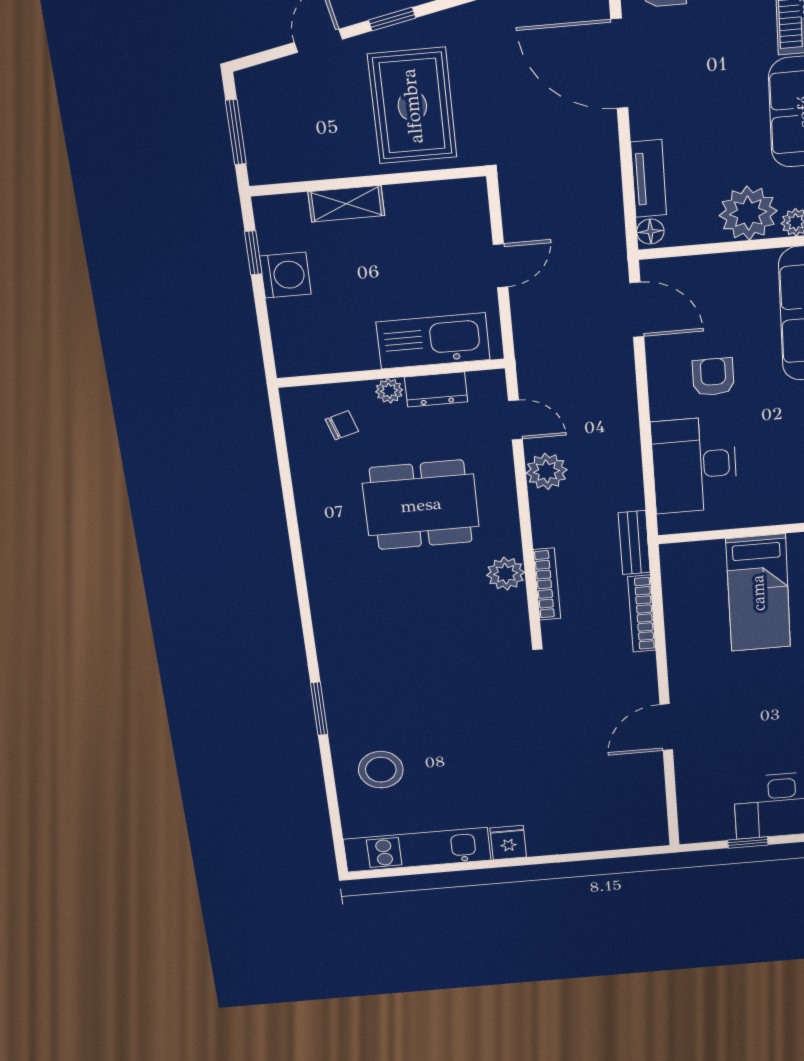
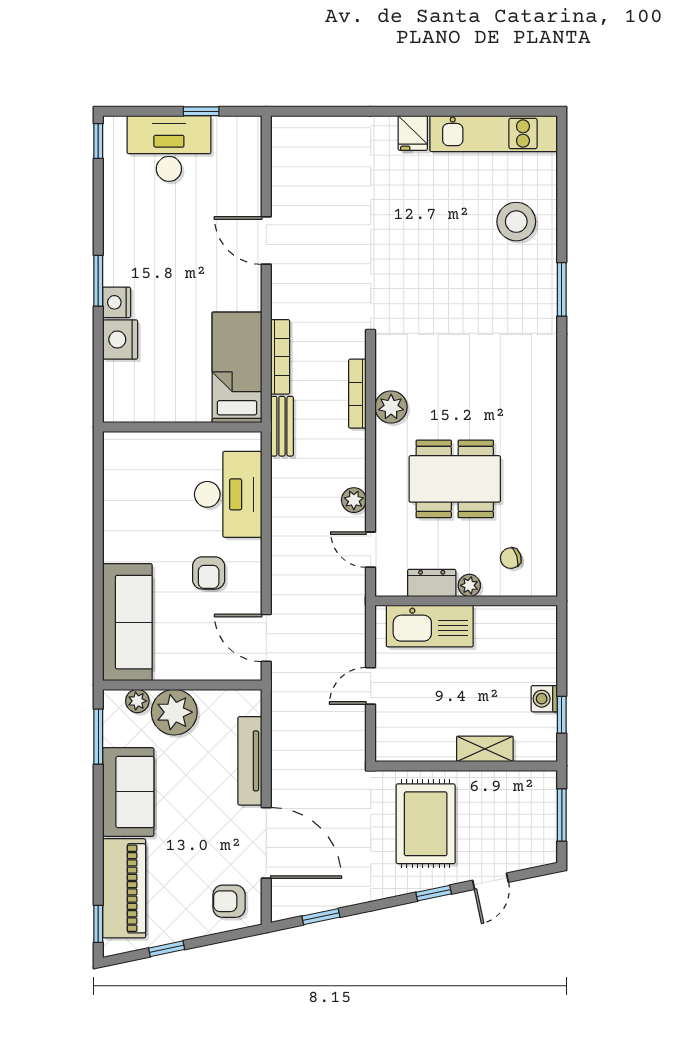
tv unit: (649, 179) -> (250, 761), width x1.41
floor lamp: (650, 232) -> (251, 704), removed
washing machine: (285, 275) -> (544, 699), width x0.73, depth x0.73
plant: (547, 471) -> (354, 500), width x0.73, depth x0.73
bed: (758, 593) -> (237, 367), moved
door: (666, 727) -> (266, 241), swing flipped

